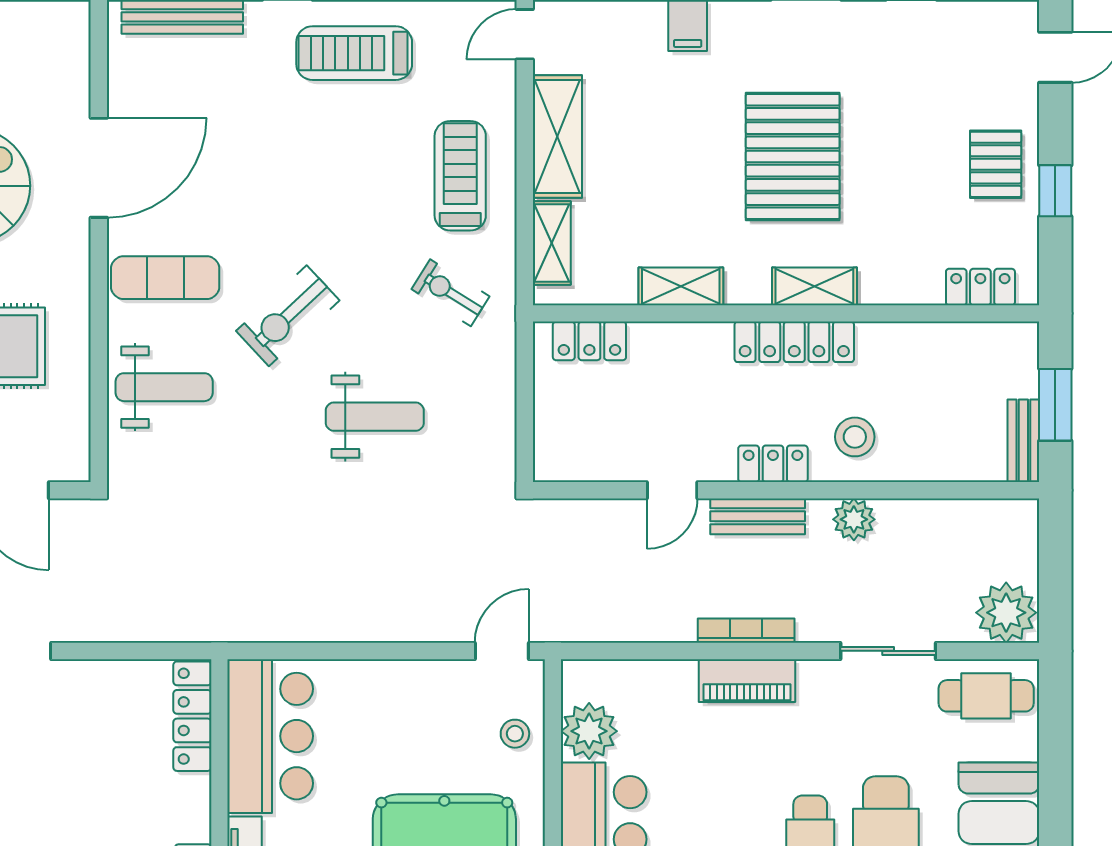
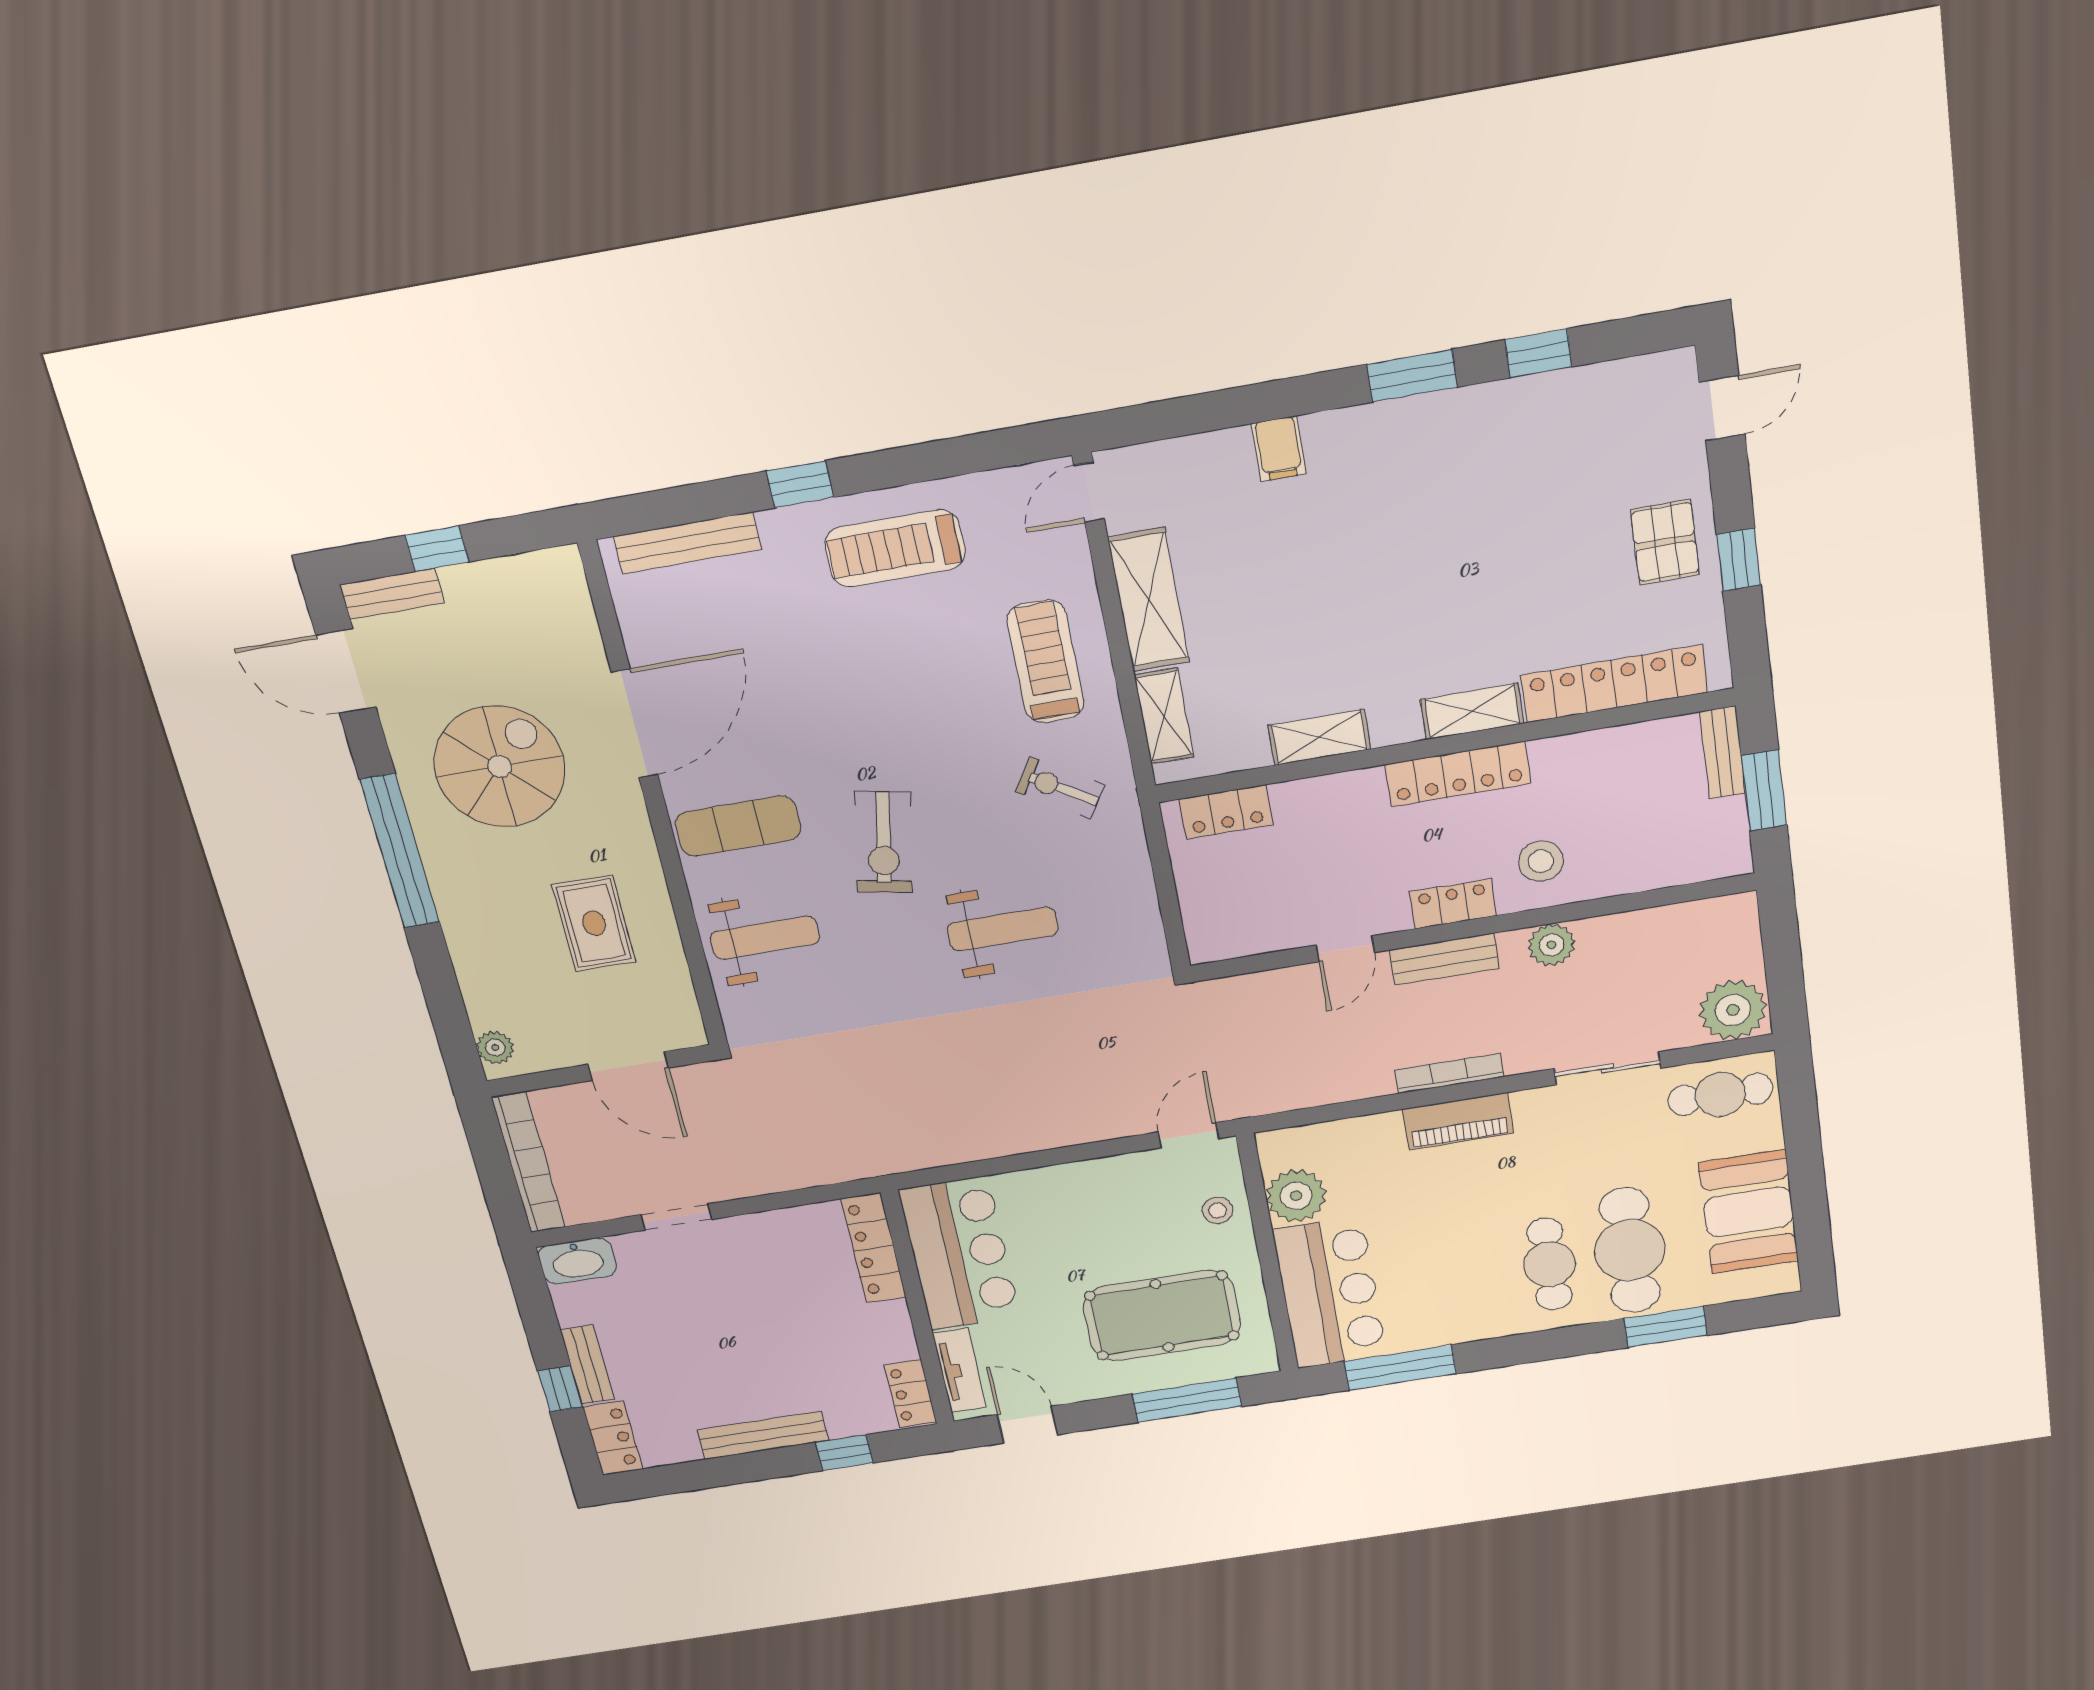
pallet: (793, 156) -> (1426, 575), removed
locker: (980, 287) -> (1614, 684), width x2.16, depth x1.21
exercise bike: (288, 316) -> (884, 842), turned -36
bench: (1023, 441) -> (1723, 752), moved

